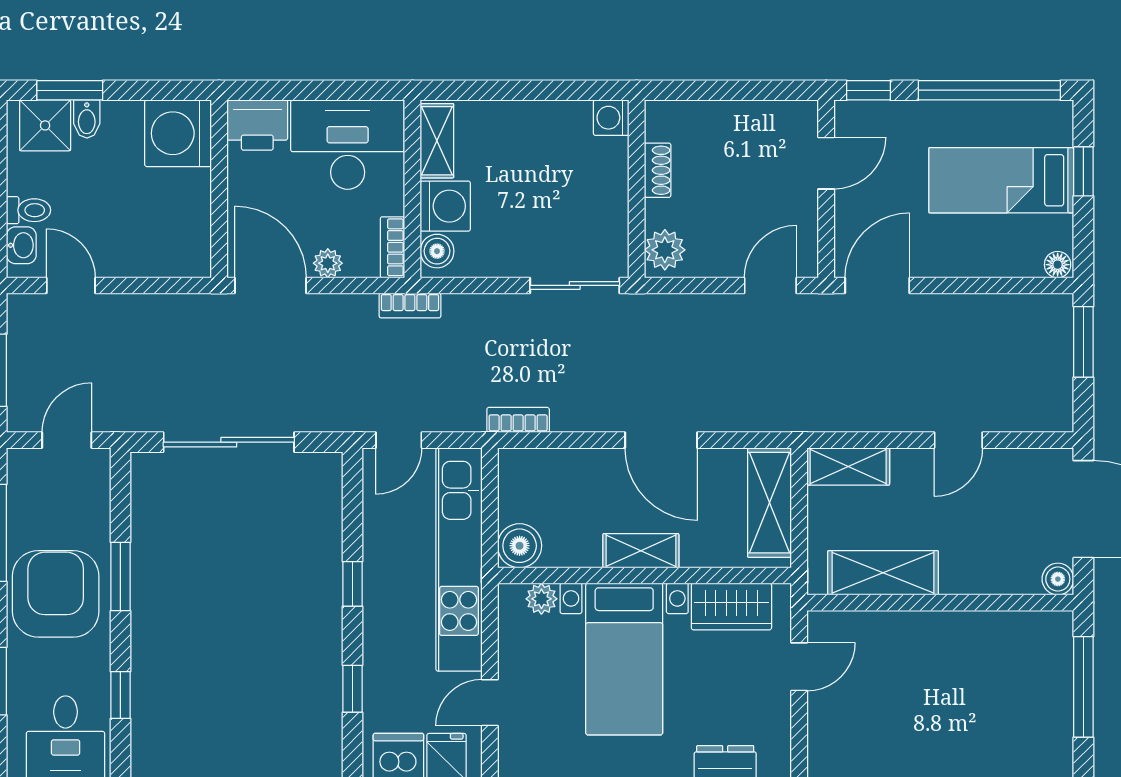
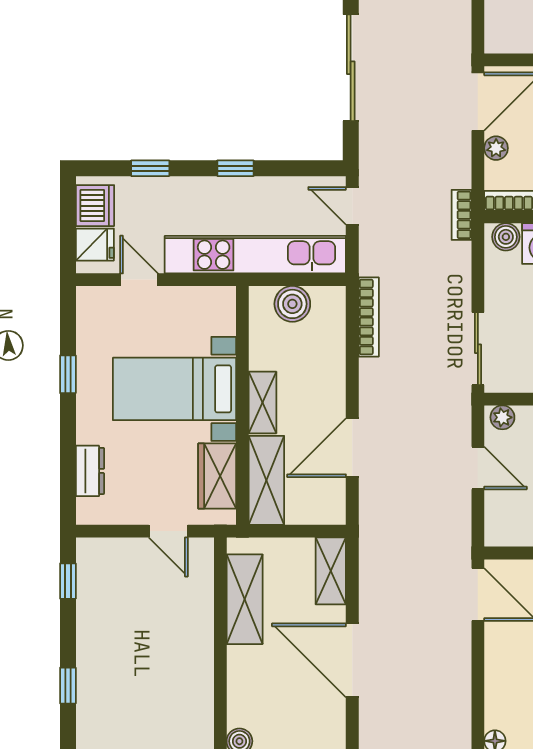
plant: (665, 250) -> (502, 417), width x0.73, depth x0.73
door: (770, 285) -> (478, 468), moved
bookcase: (518, 420) -> (369, 317), width x1.56
door: (661, 440) -> (352, 448), moved
door: (958, 440) -> (352, 660), width x1.88
shelving: (770, 503) -> (266, 480), moved, turned 90
boiler: (520, 546) -> (292, 304), moved
plant: (541, 599) -> (223, 322), removed

